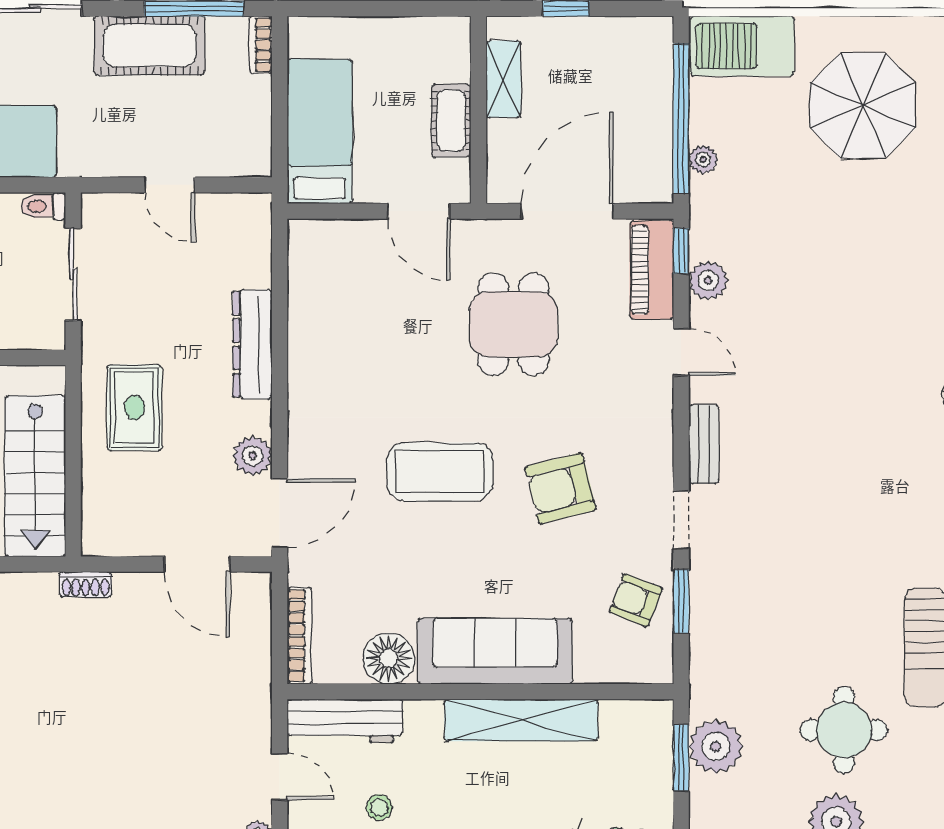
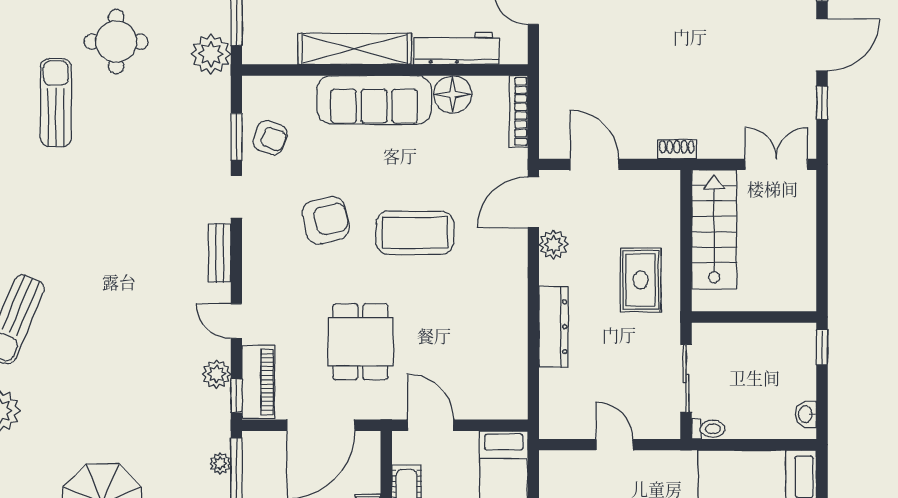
workbench: (345, 721) -> (457, 48), moved
plant: (716, 746) -> (211, 54), moved

